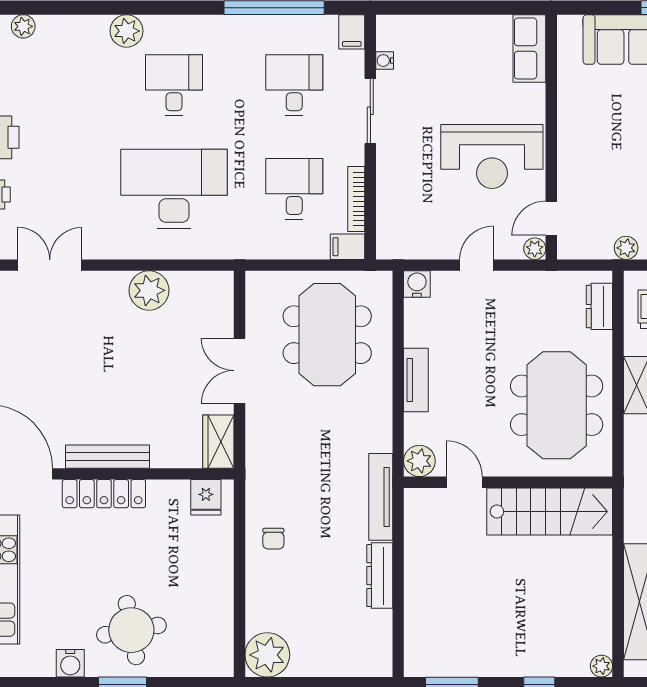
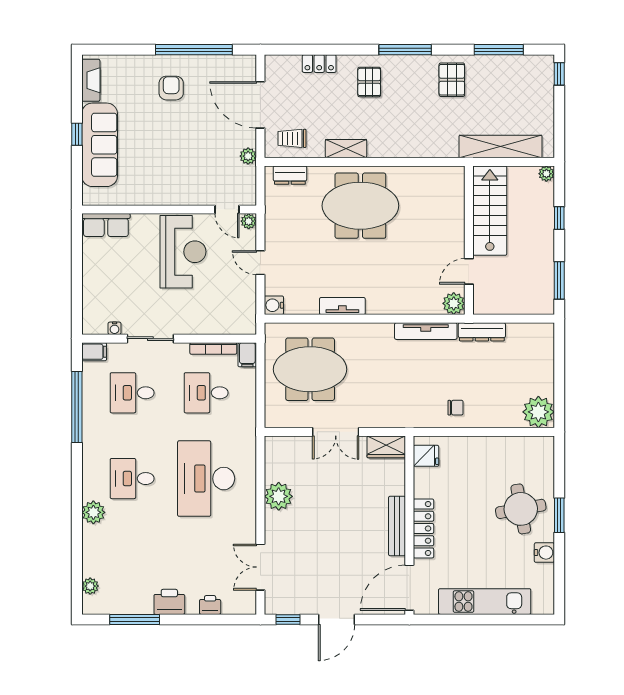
plant: (419, 461) -> (454, 303), moved
door: (464, 482) -> (469, 271), moved
wall: (508, 482) -> (469, 240), moved
stairs: (550, 512) -> (490, 211), moved

